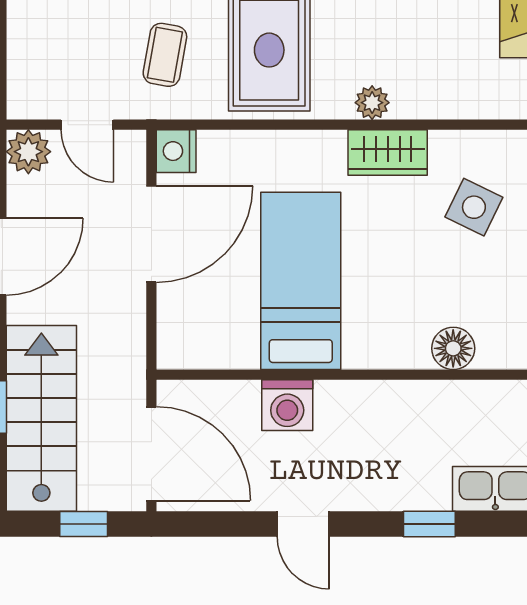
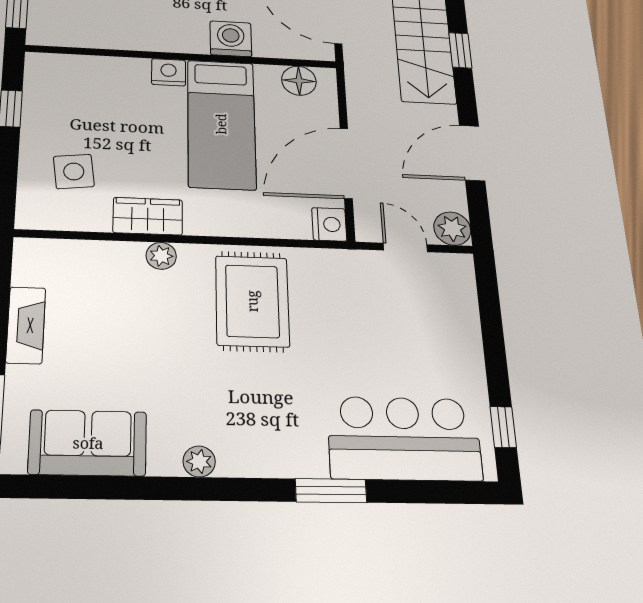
coffee table: (165, 55) -> (343, 300), removed
side table: (474, 207) -> (74, 171), turned -33
floor lamp: (453, 348) -> (299, 81), moved
nightstand: (364, 351) -> (169, 72), added

